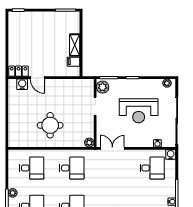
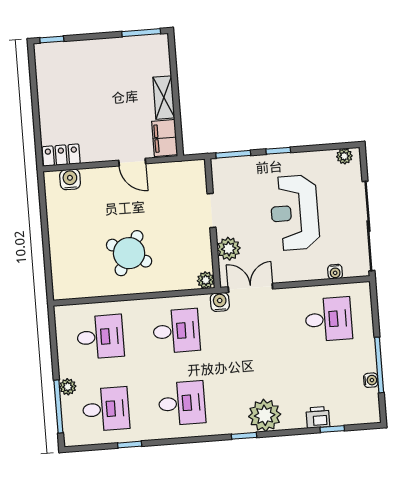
filing cabinet: (73, 62) -> (165, 138), width x2.00
door: (37, 78) -> (132, 162), moved
plant: (103, 87) -> (229, 249), moved
reception desk: (139, 111) -> (295, 213), turned 90
round table: (50, 125) -> (129, 253), turned 30
water cooler: (171, 155) -> (220, 302), moved

